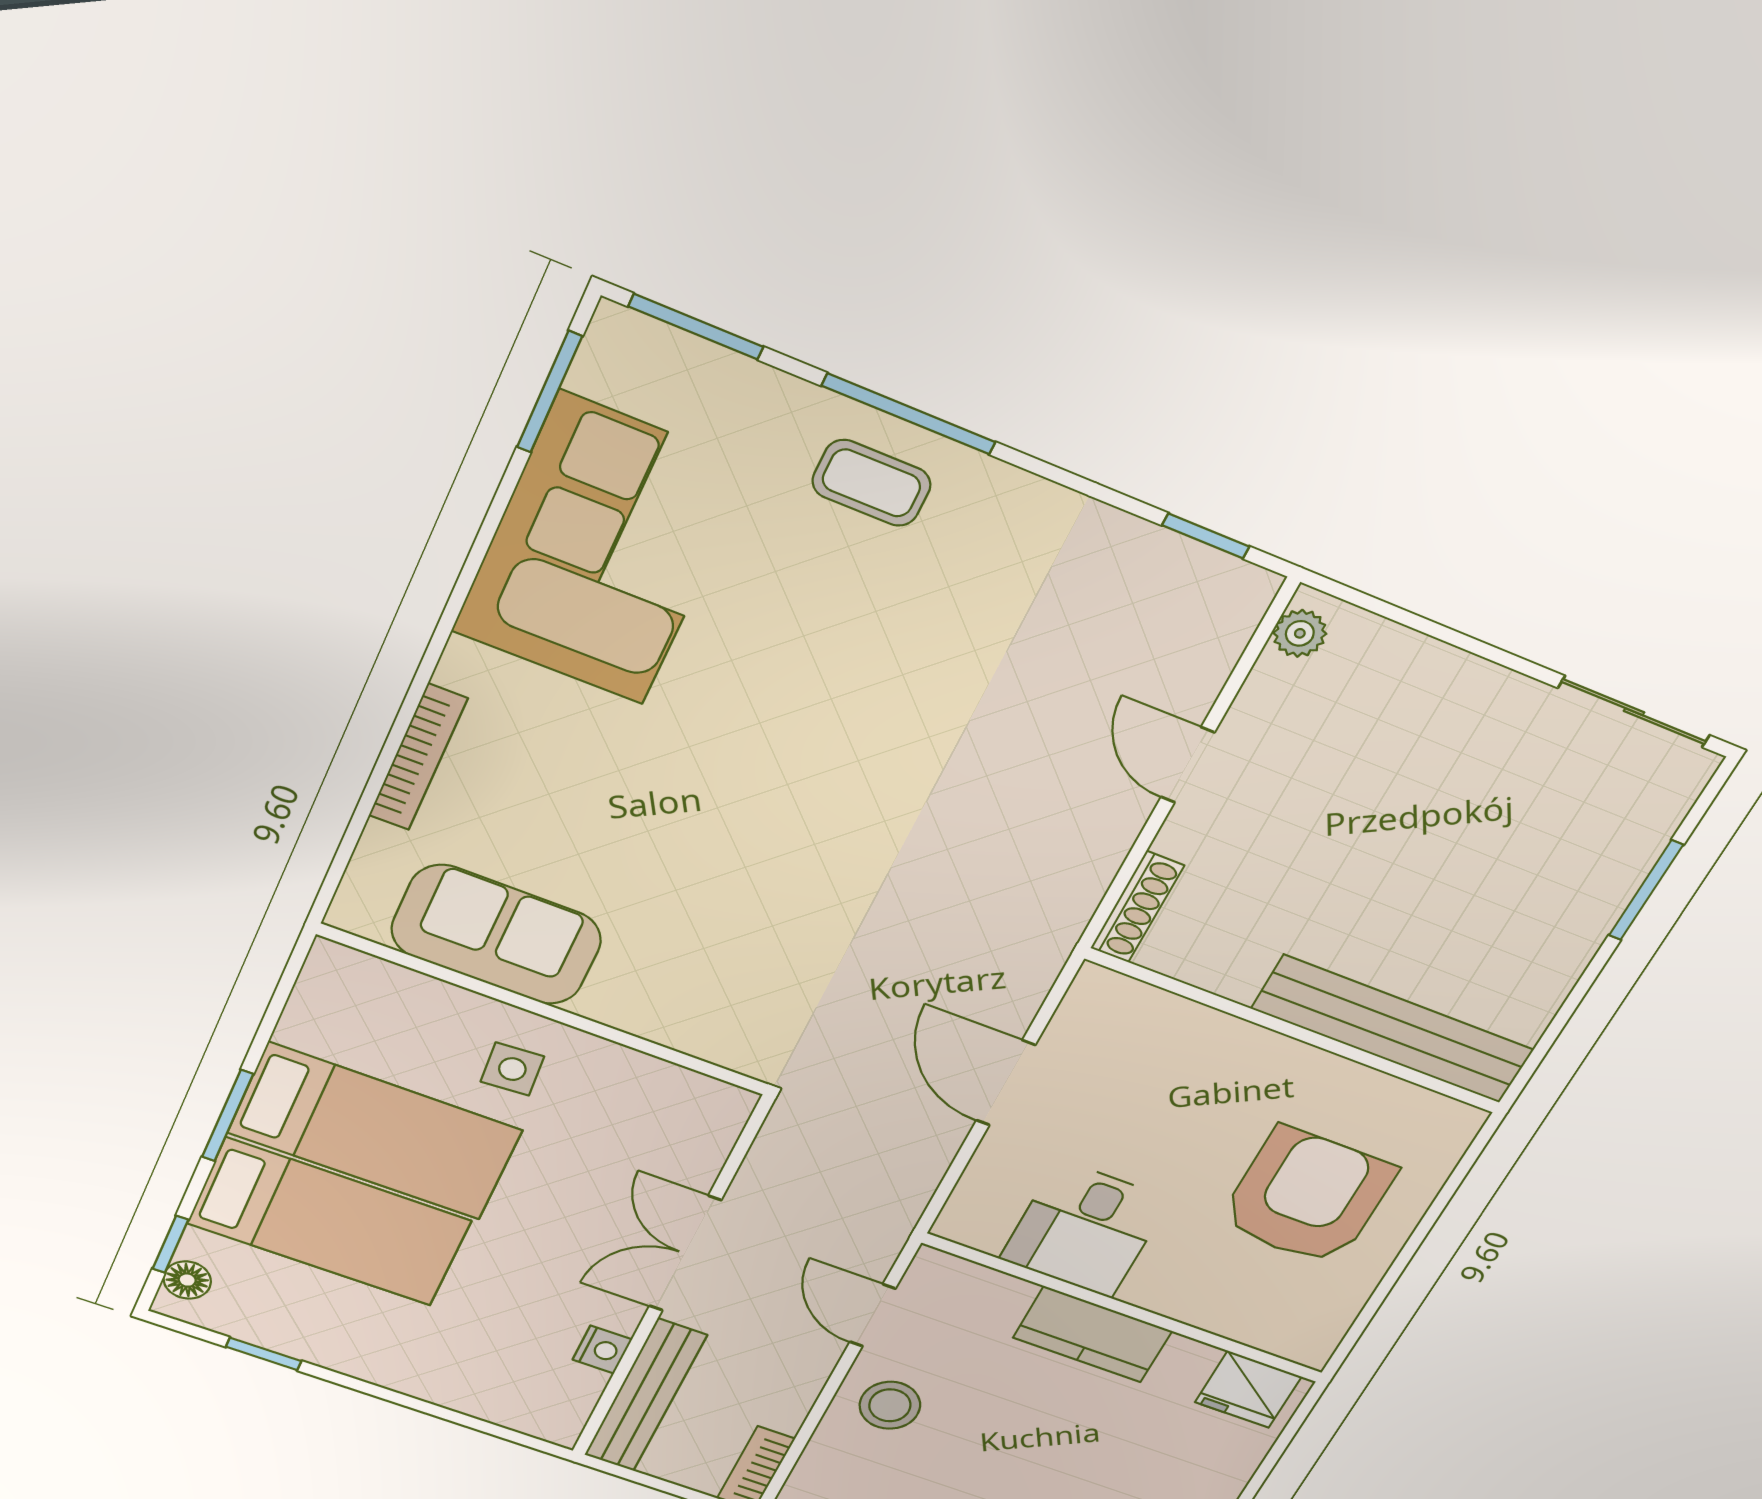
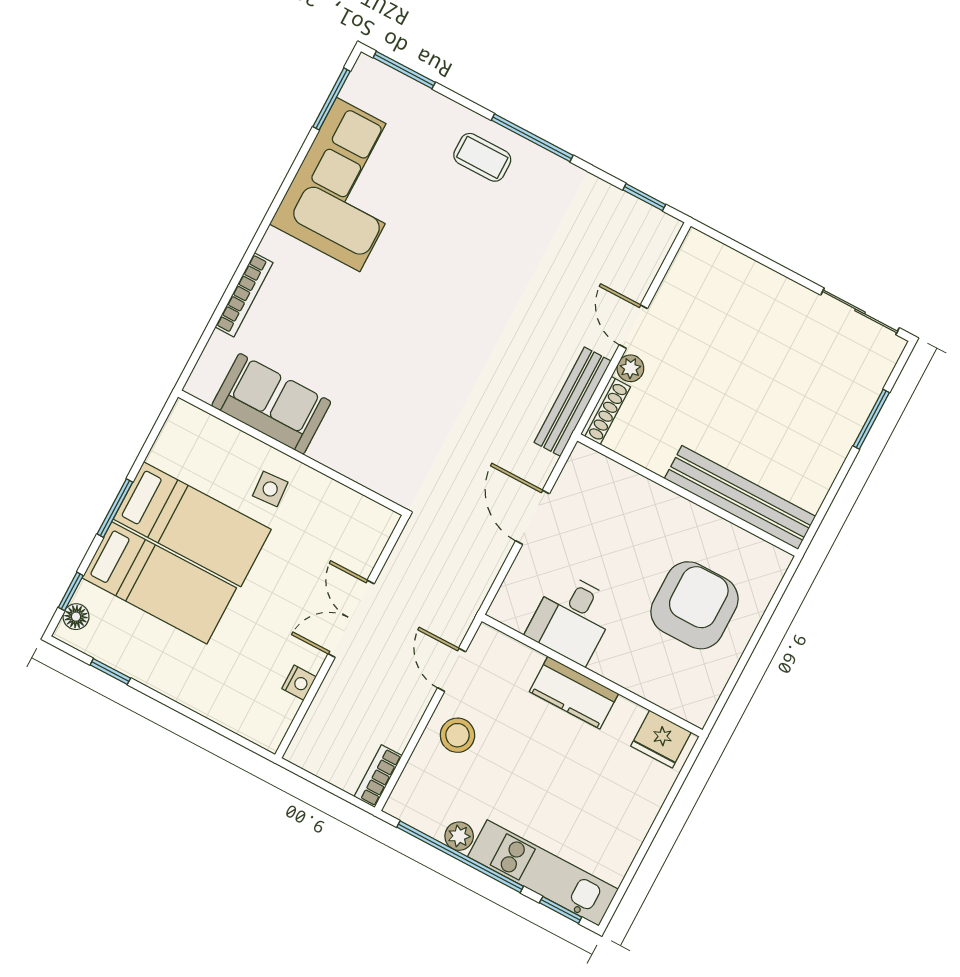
window: (909, 414) -> (532, 138), moved
plant: (1300, 633) -> (630, 368), moved
bench: (645, 1395) -> (573, 402), moved

